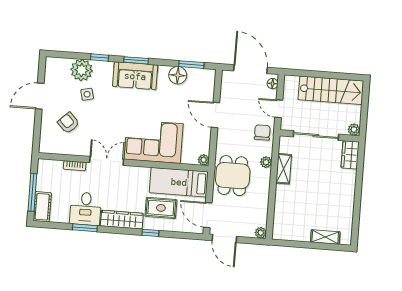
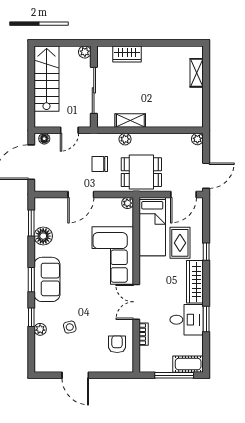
plant: (82, 70) -> (40, 329), width x0.53, depth x0.53
armchair: (68, 123) -> (117, 344), moved, turned 134
chair: (262, 133) -> (100, 164), moved
wardrobe: (350, 155) -> (127, 54), moved

